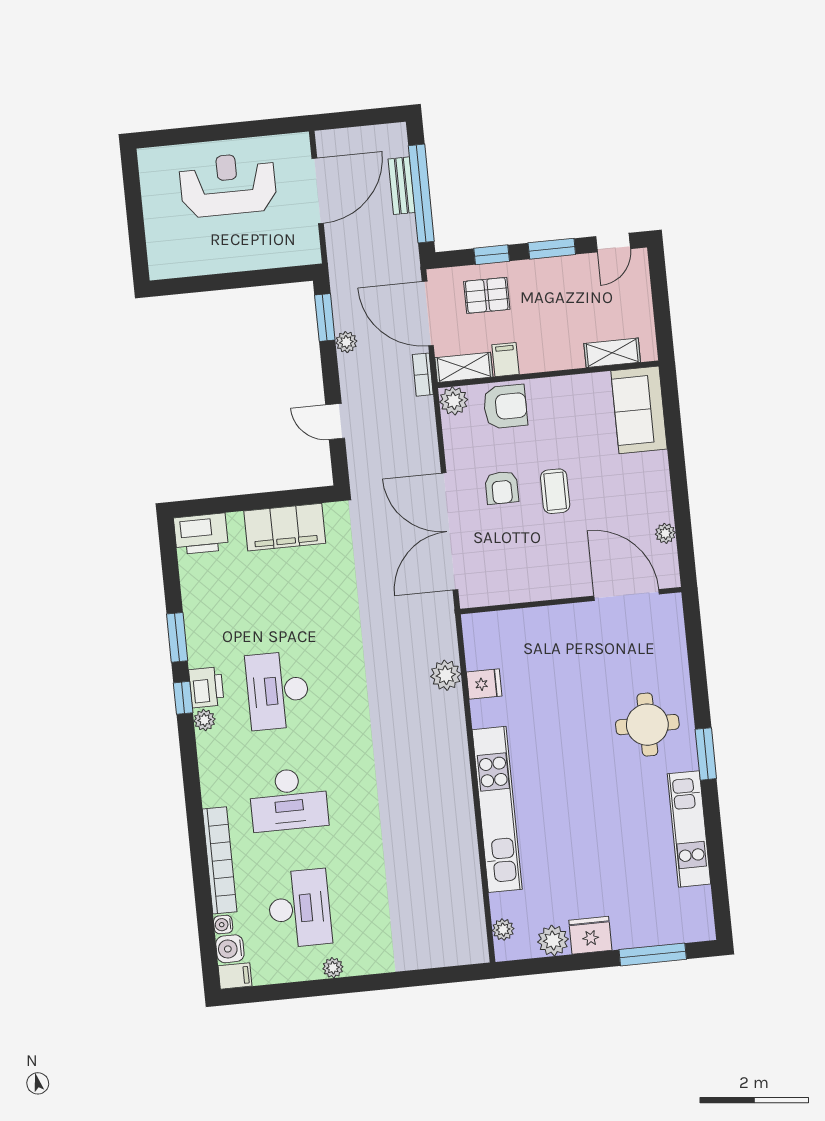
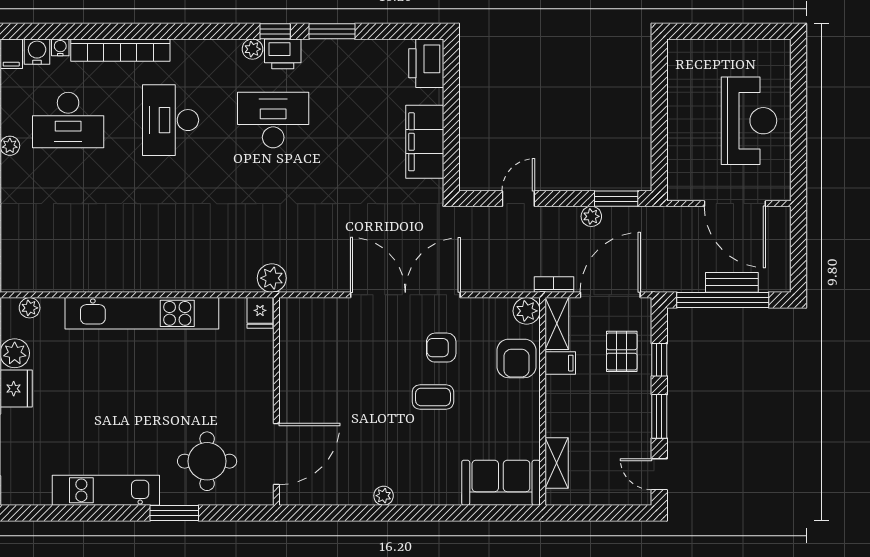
door: (627, 595) -> (276, 454), moved
wall: (571, 601) -> (276, 401), moved

